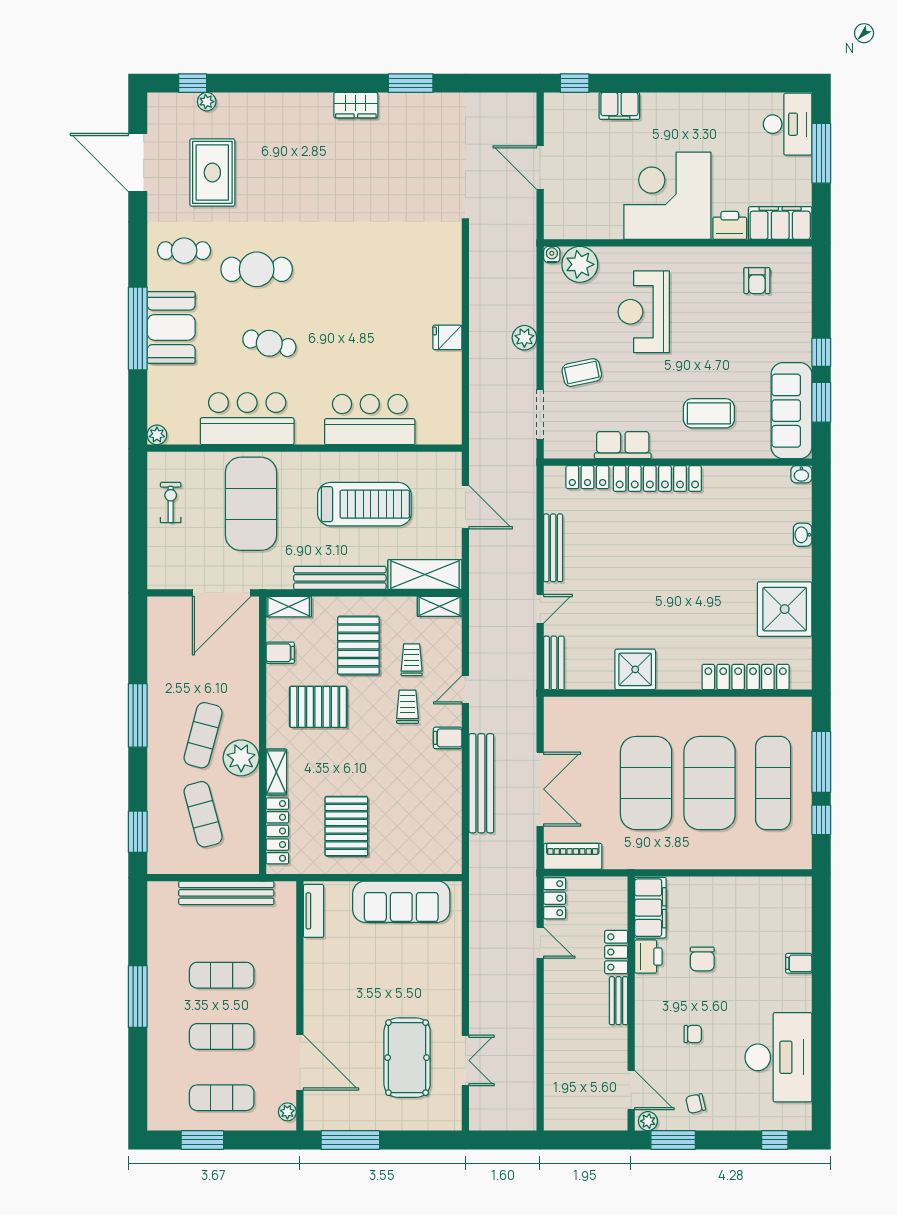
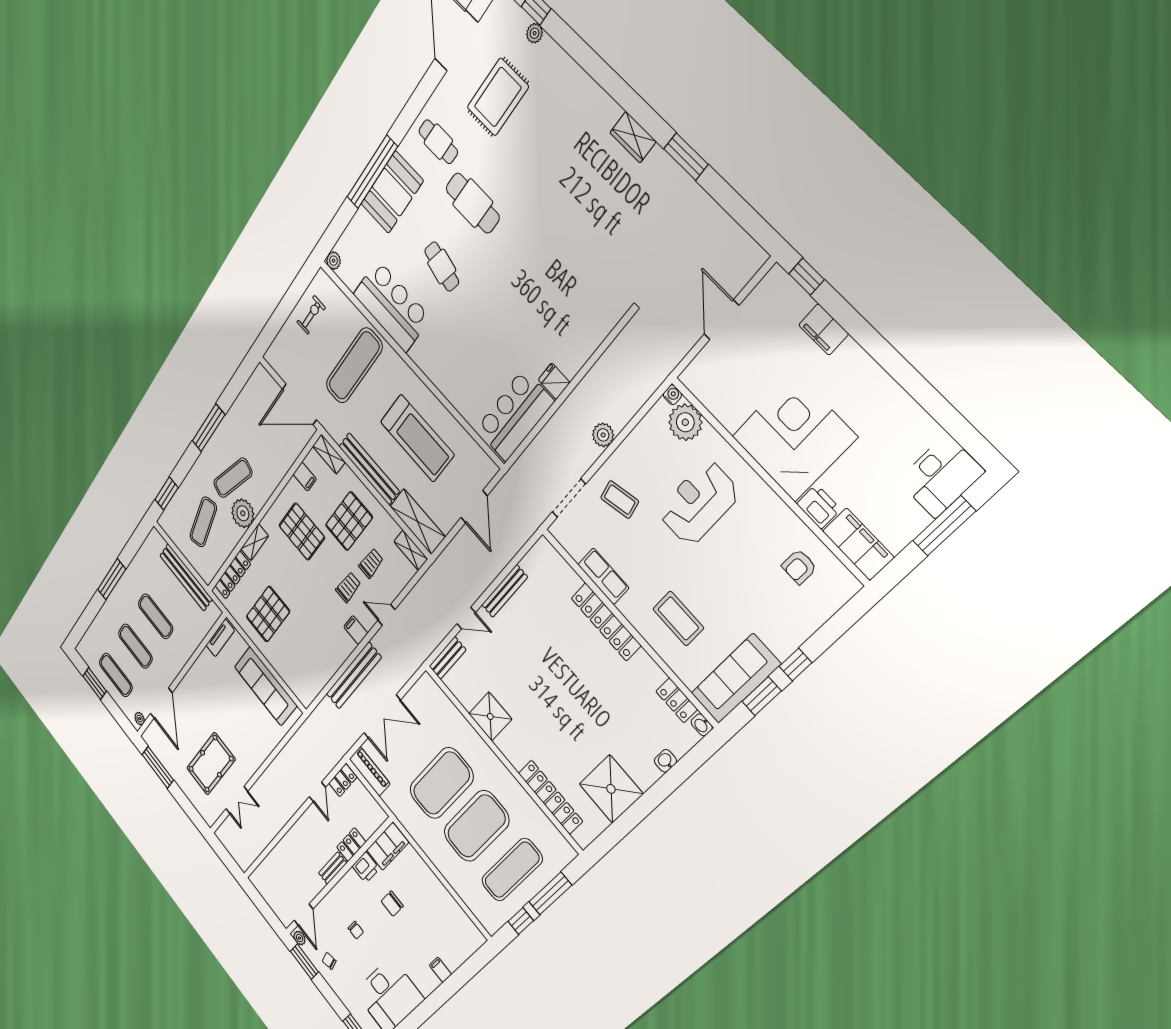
bar counter: (370, 420) -> (515, 415), moved, turned -90
locker: (587, 477) -> (677, 700), moved
exercise mat: (251, 504) -> (354, 366), width x0.68

